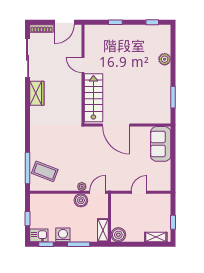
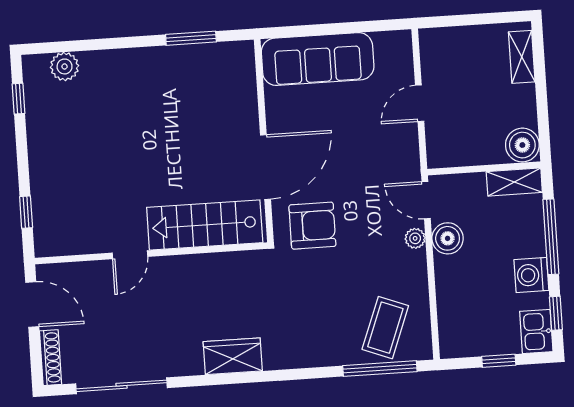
window: (115, 22) -> (26, 212), moved
plant: (165, 59) -> (65, 66), moved
wardrobe: (37, 93) -> (233, 356), moved
armchair: (90, 143) -> (312, 226), added
sofa: (161, 144) -> (318, 59), width x1.36
door: (139, 192) -> (420, 103), hinge flipped
window: (173, 222) -> (485, 19), removed
window: (79, 244) -> (551, 237), width x1.44

